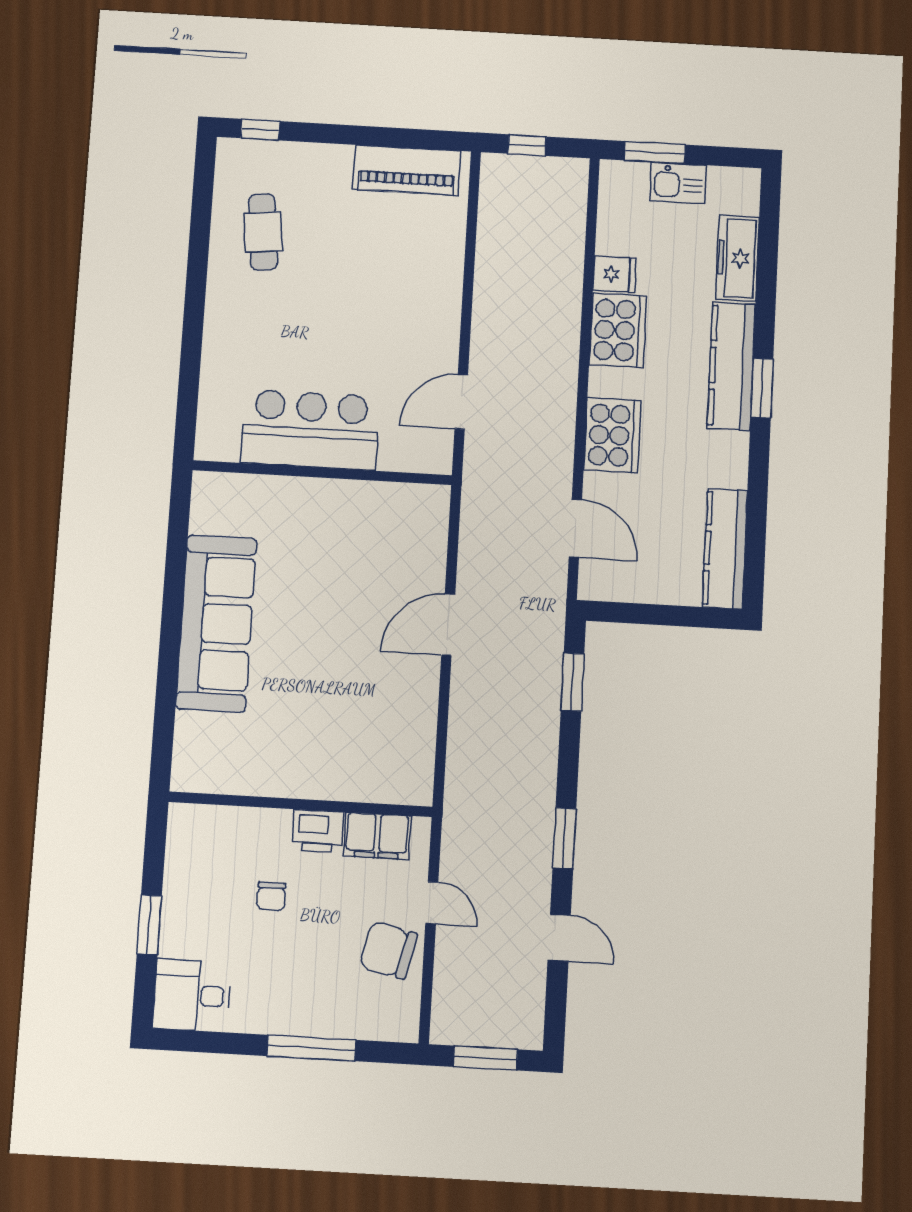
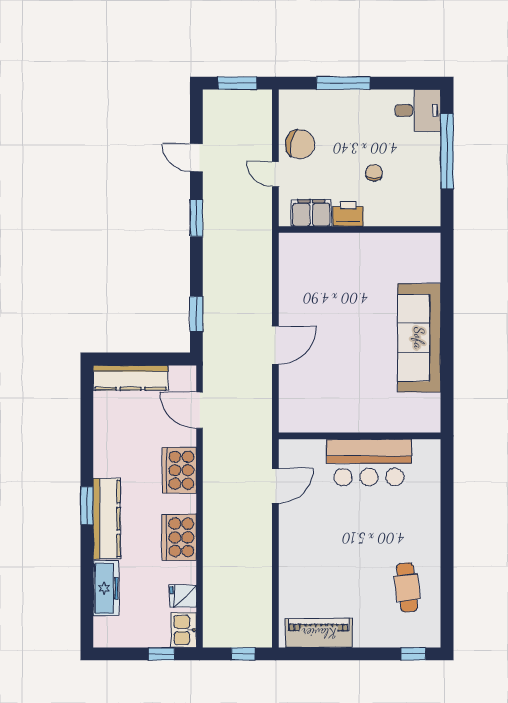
window: (655, 152) -> (162, 654), width x0.67
kitchen sink: (678, 183) -> (184, 630), moved, turned -90
fridge: (615, 274) -> (183, 596), moved
kitchen counter: (725, 549) -> (131, 378), moved, turned 90
window: (149, 925) -> (447, 151), width x2.11

